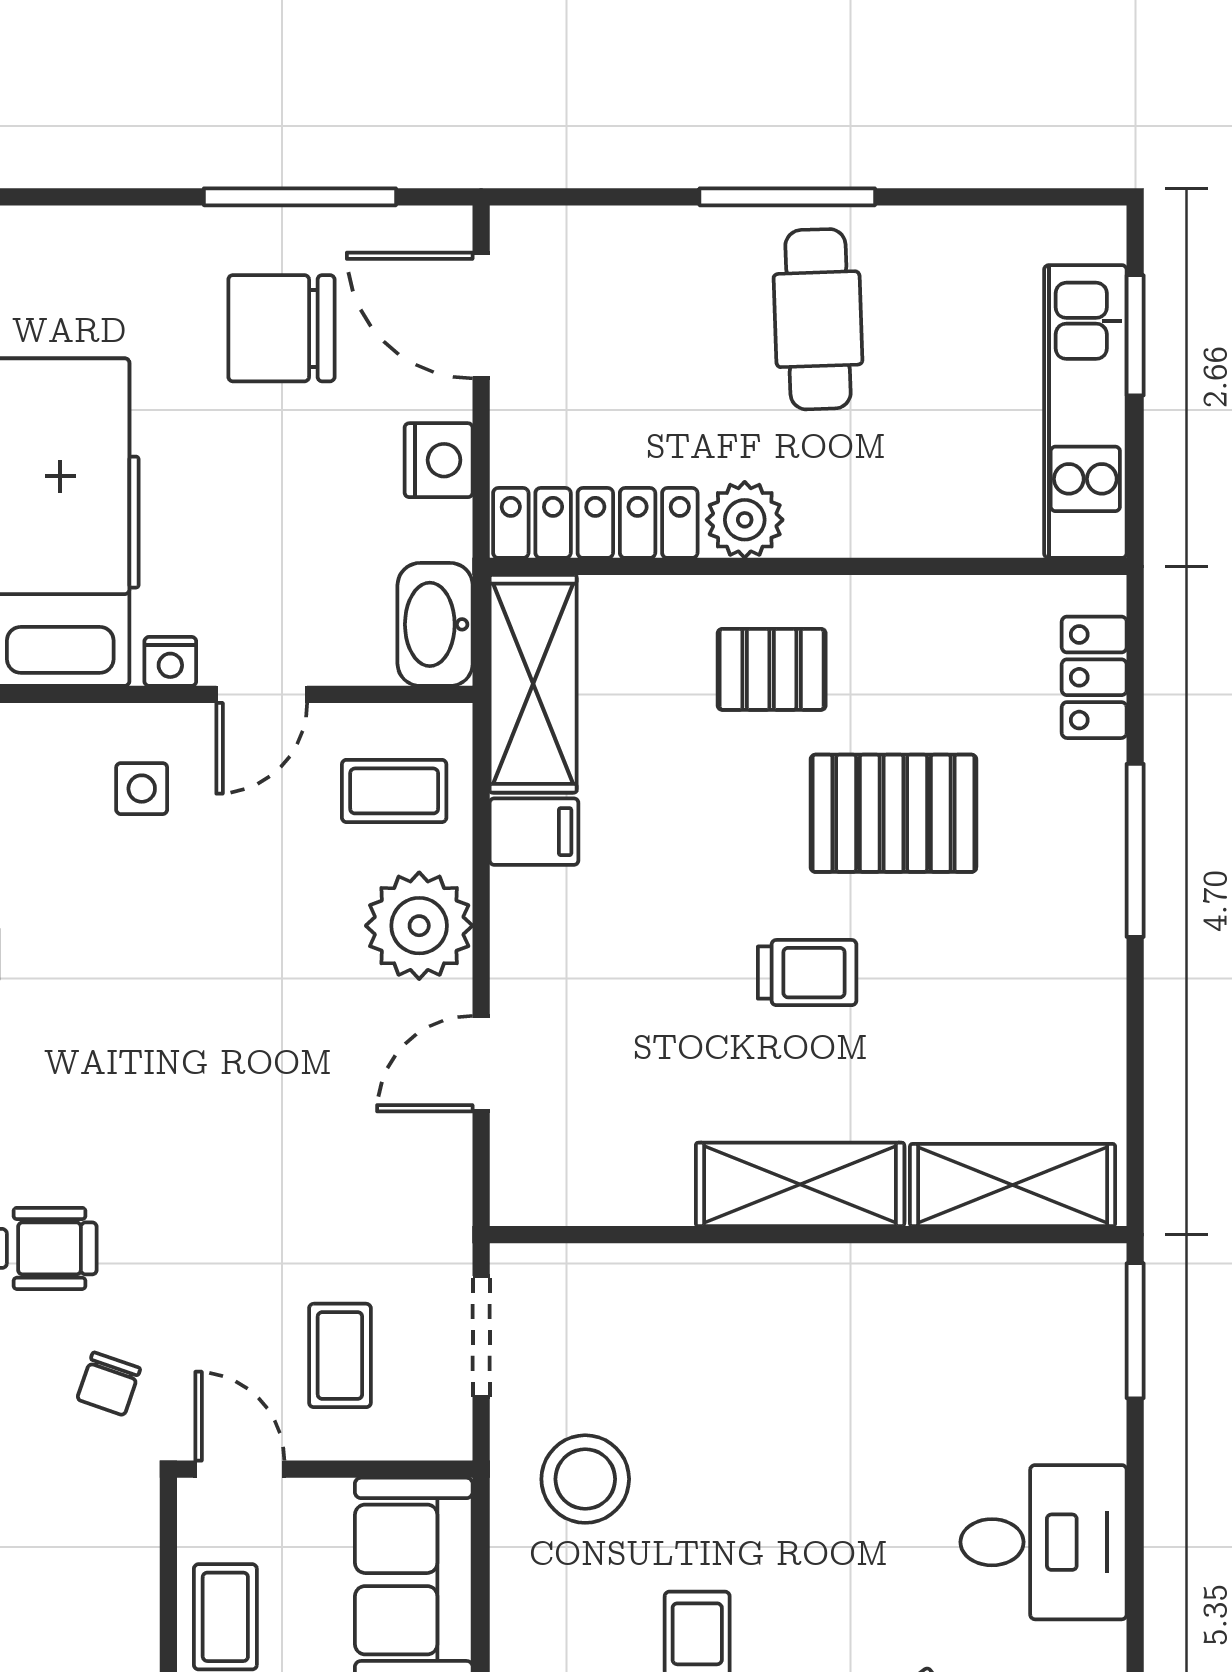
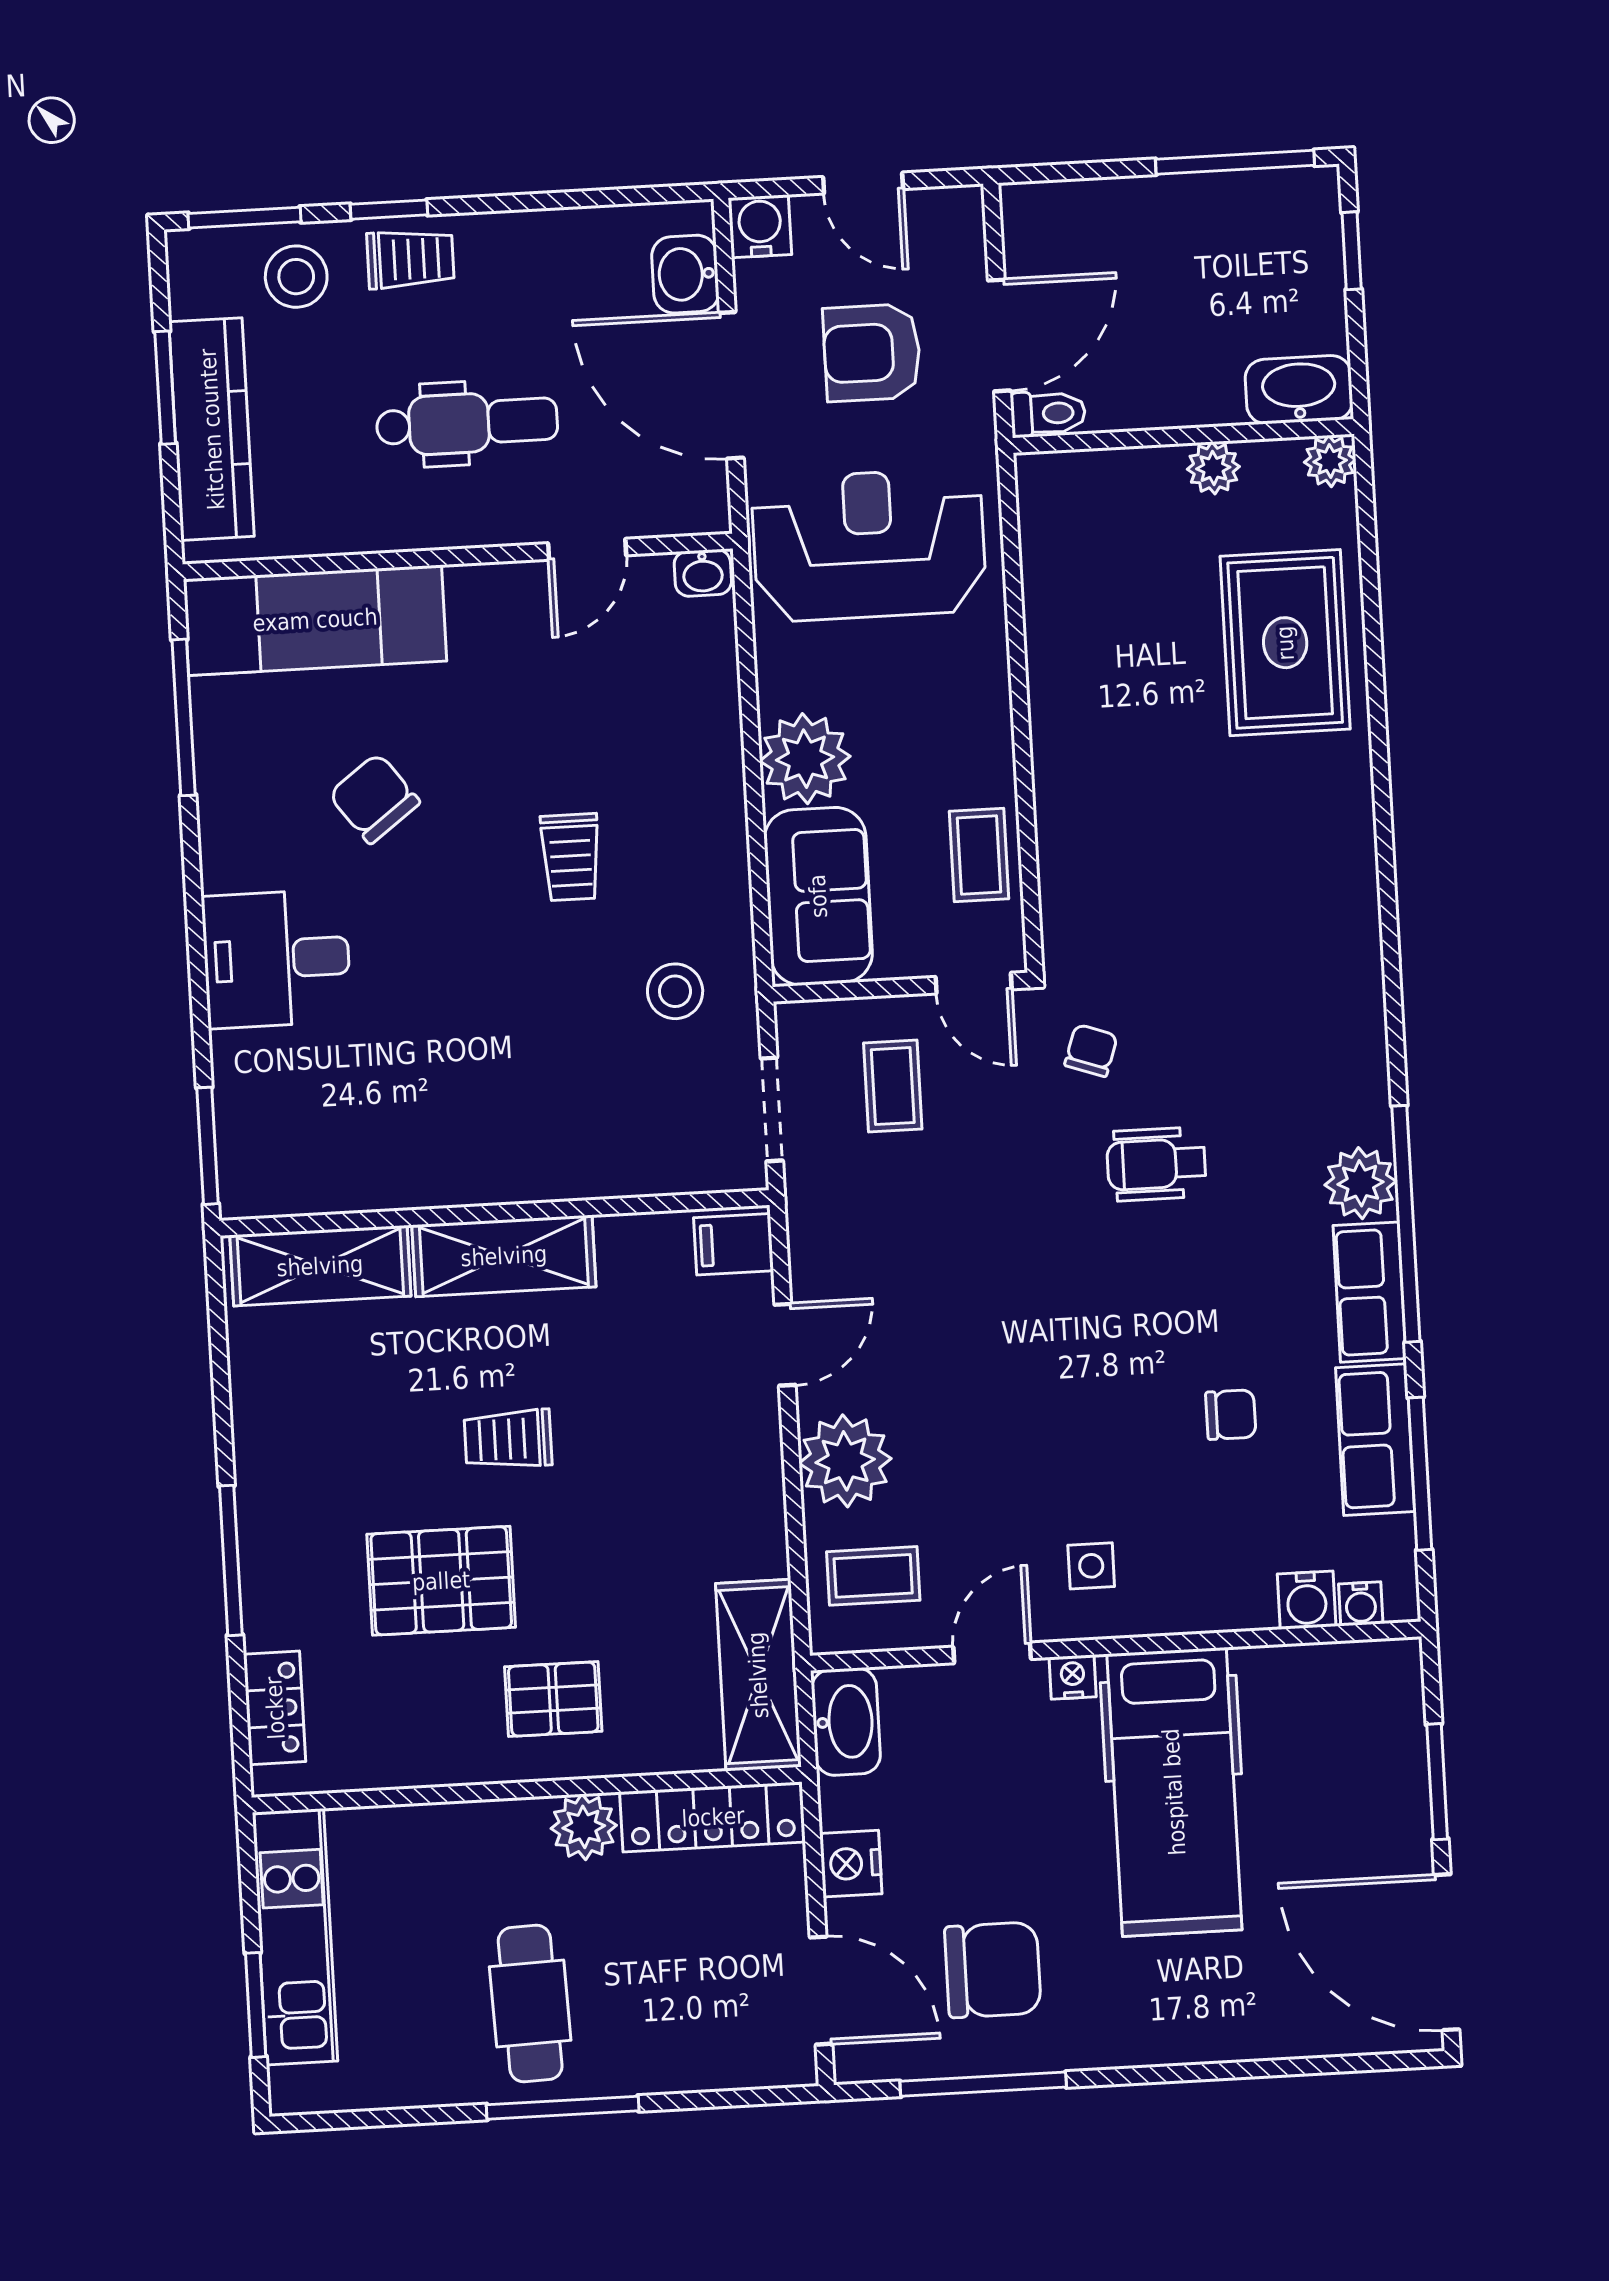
filing cabinet: (534, 832) -> (734, 1244), moved
stool: (585, 1479) -> (675, 991), width x0.73, depth x0.73

